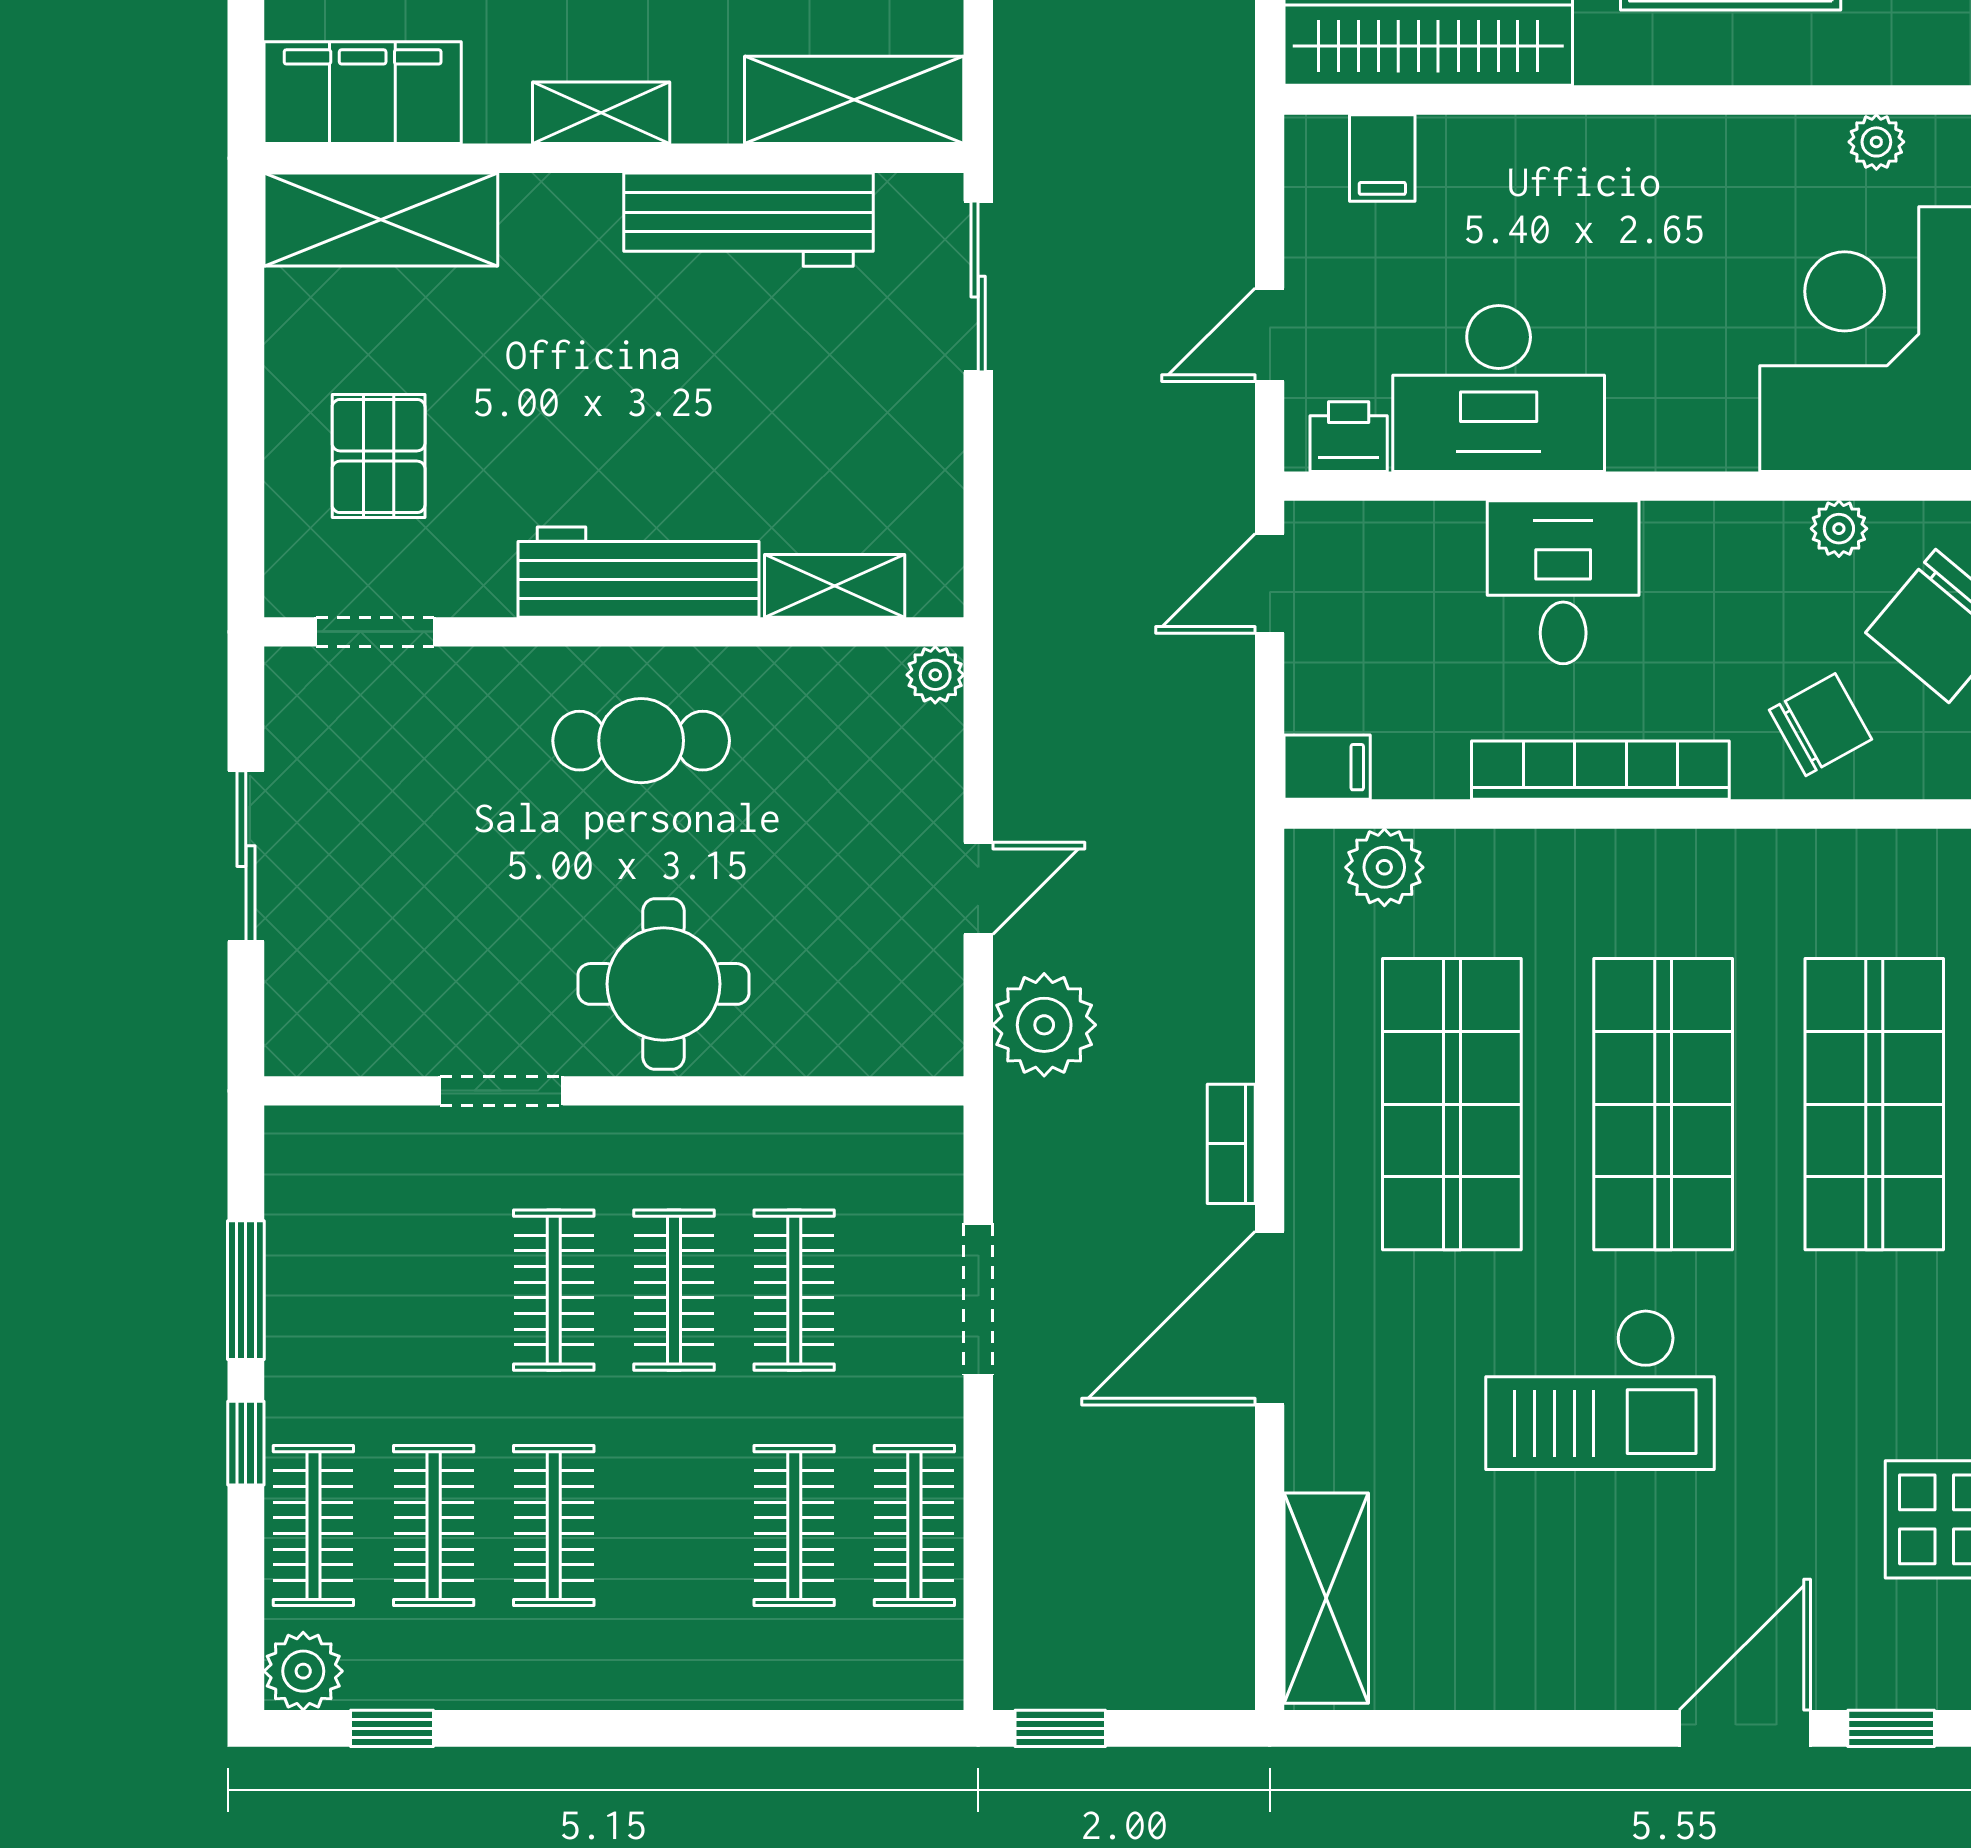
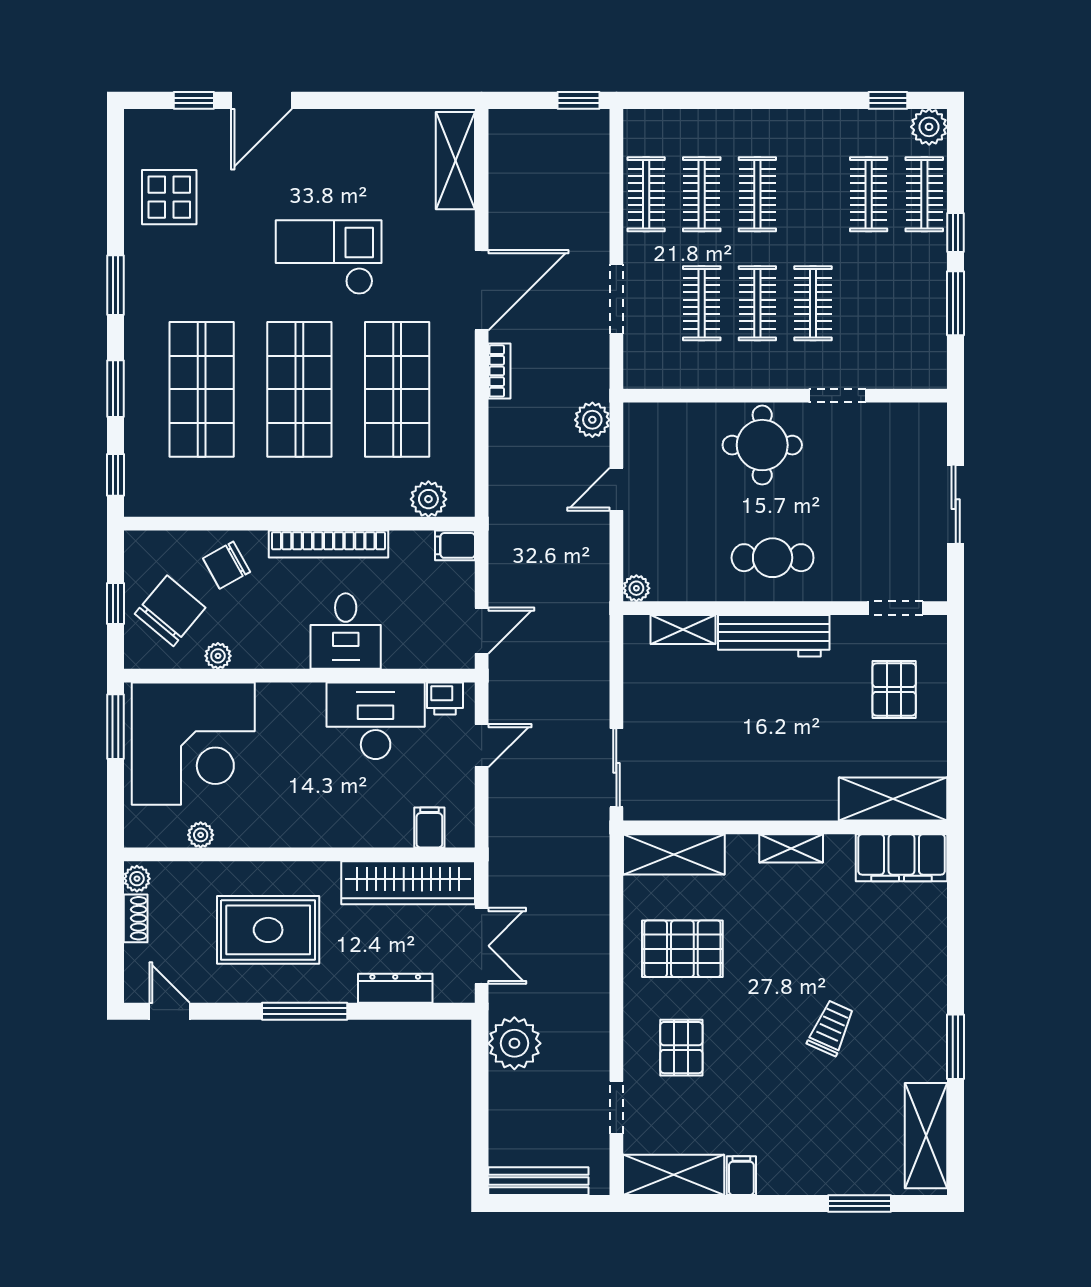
workbench: (749, 220) -> (723, 799), removed
plant: (1044, 1025) -> (592, 420), width x0.73, depth x0.73
clothes rail: (554, 1526) -> (757, 194), moved

